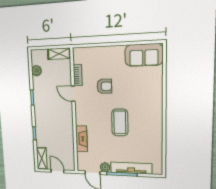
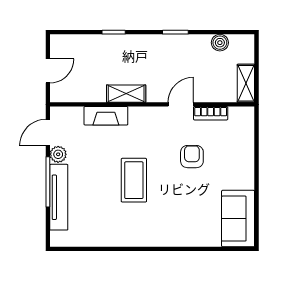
armchair: (104, 86) -> (192, 157), turned 180
coffee table: (120, 122) -> (134, 180), turned 90
shelving: (42, 158) -> (126, 94), moved

